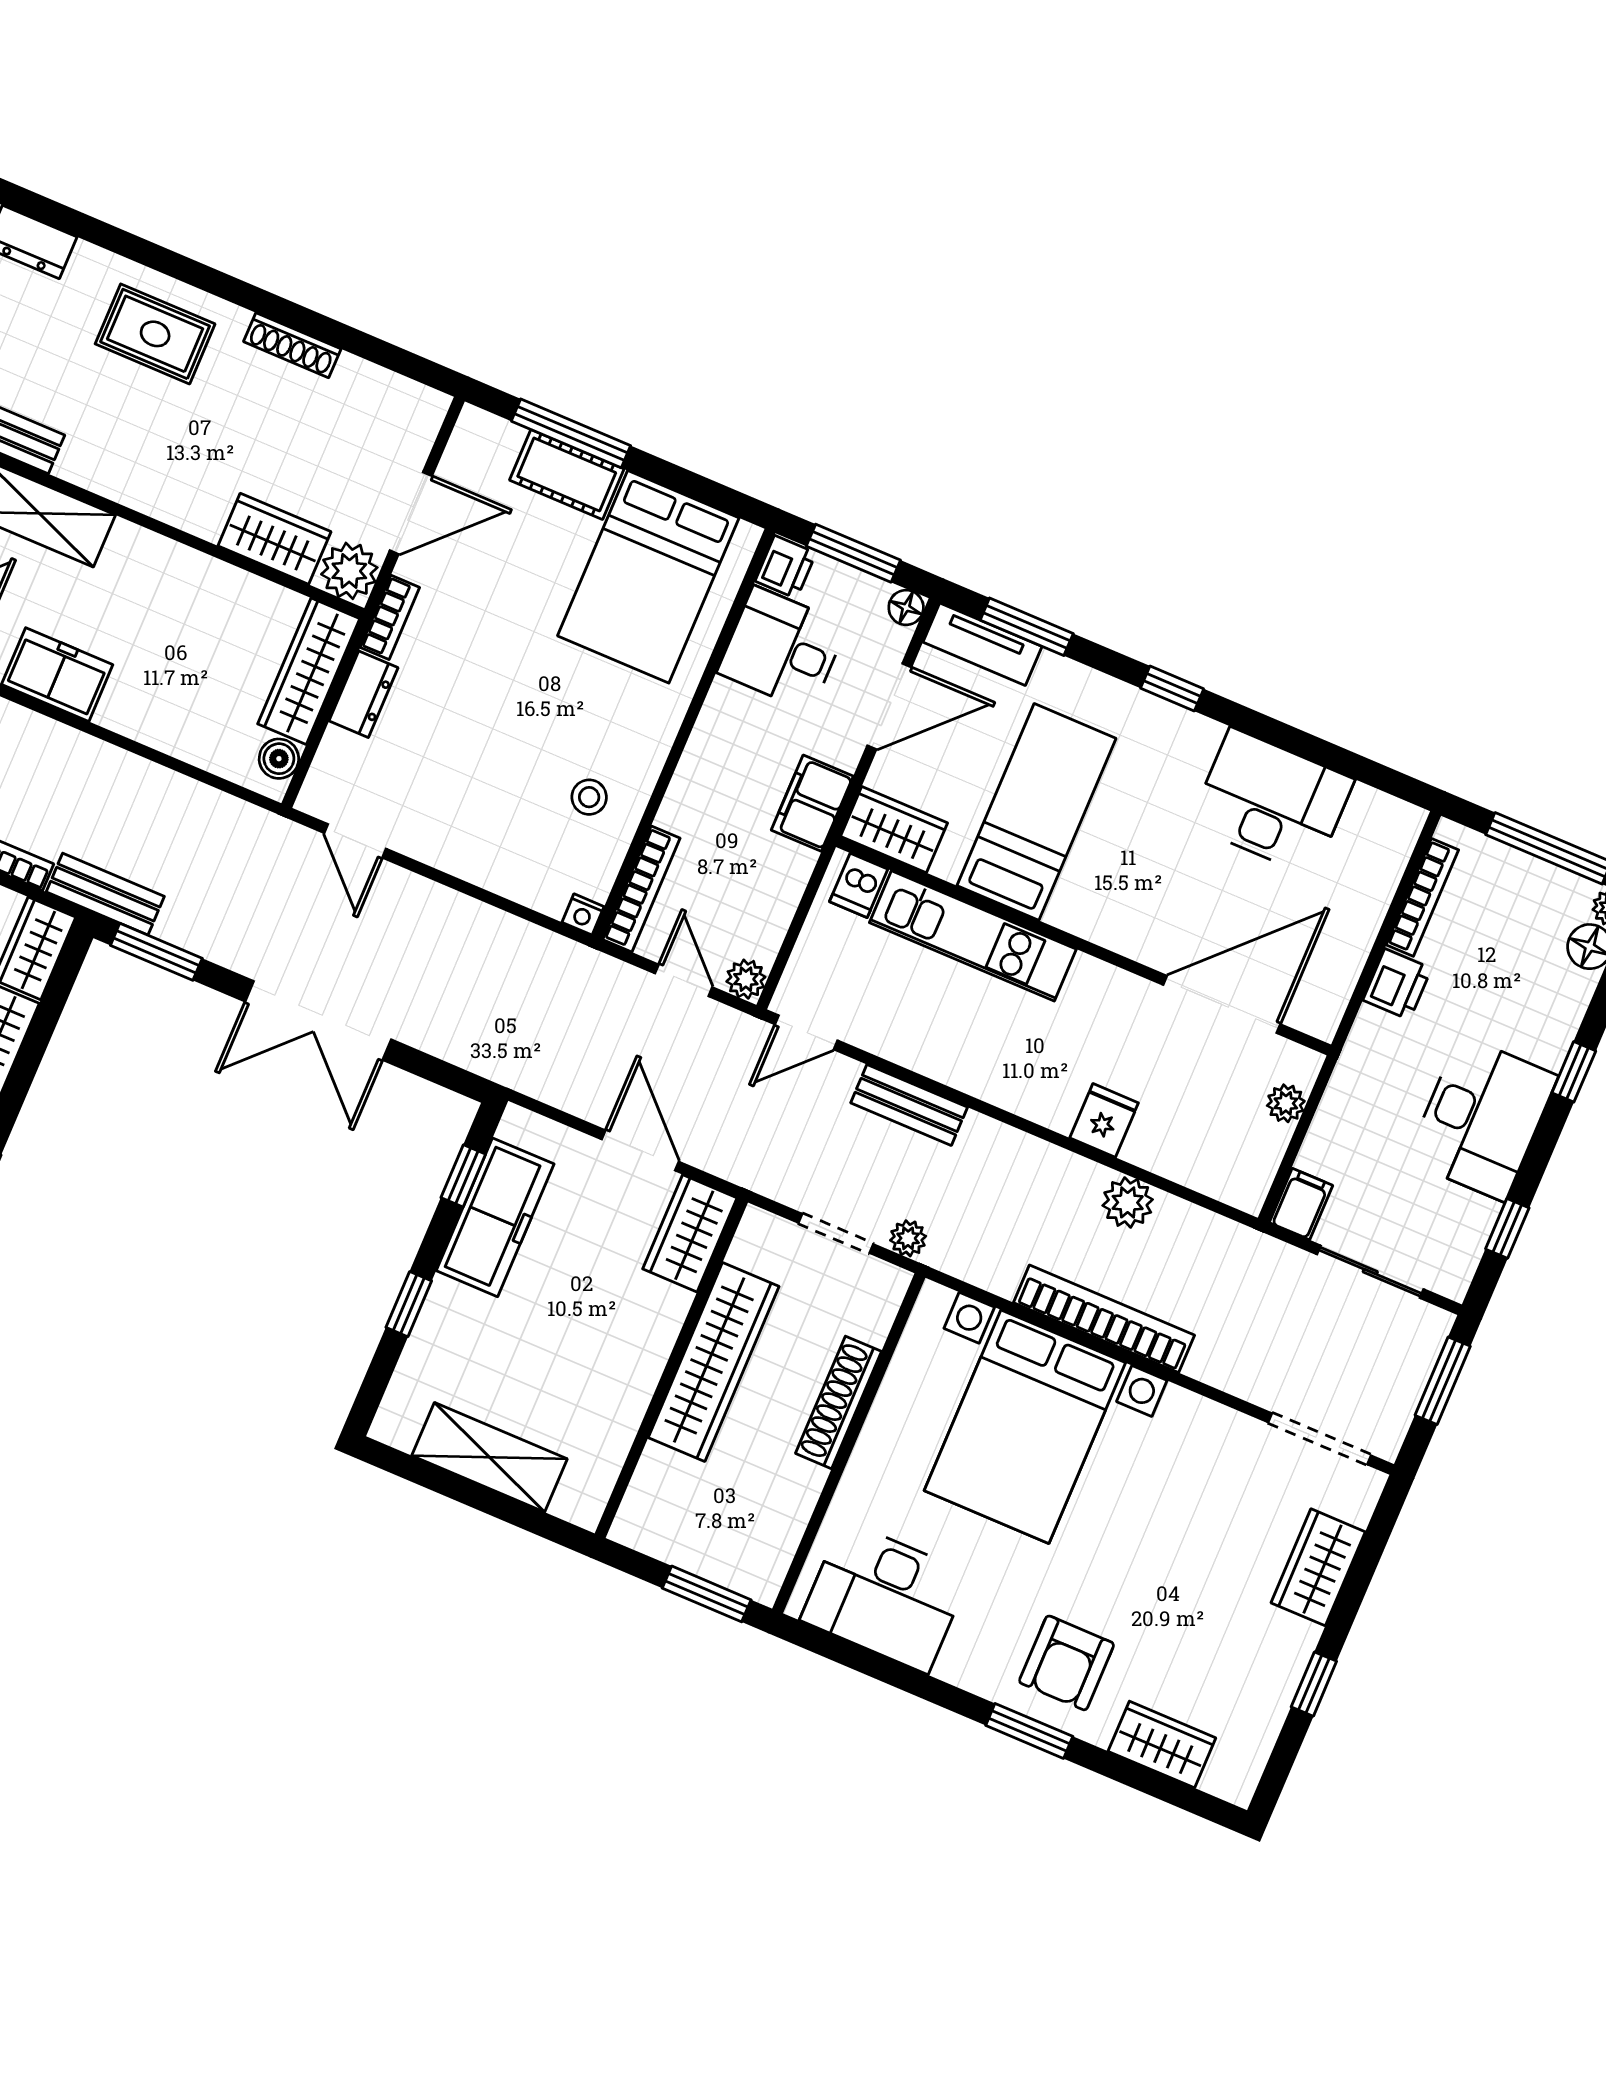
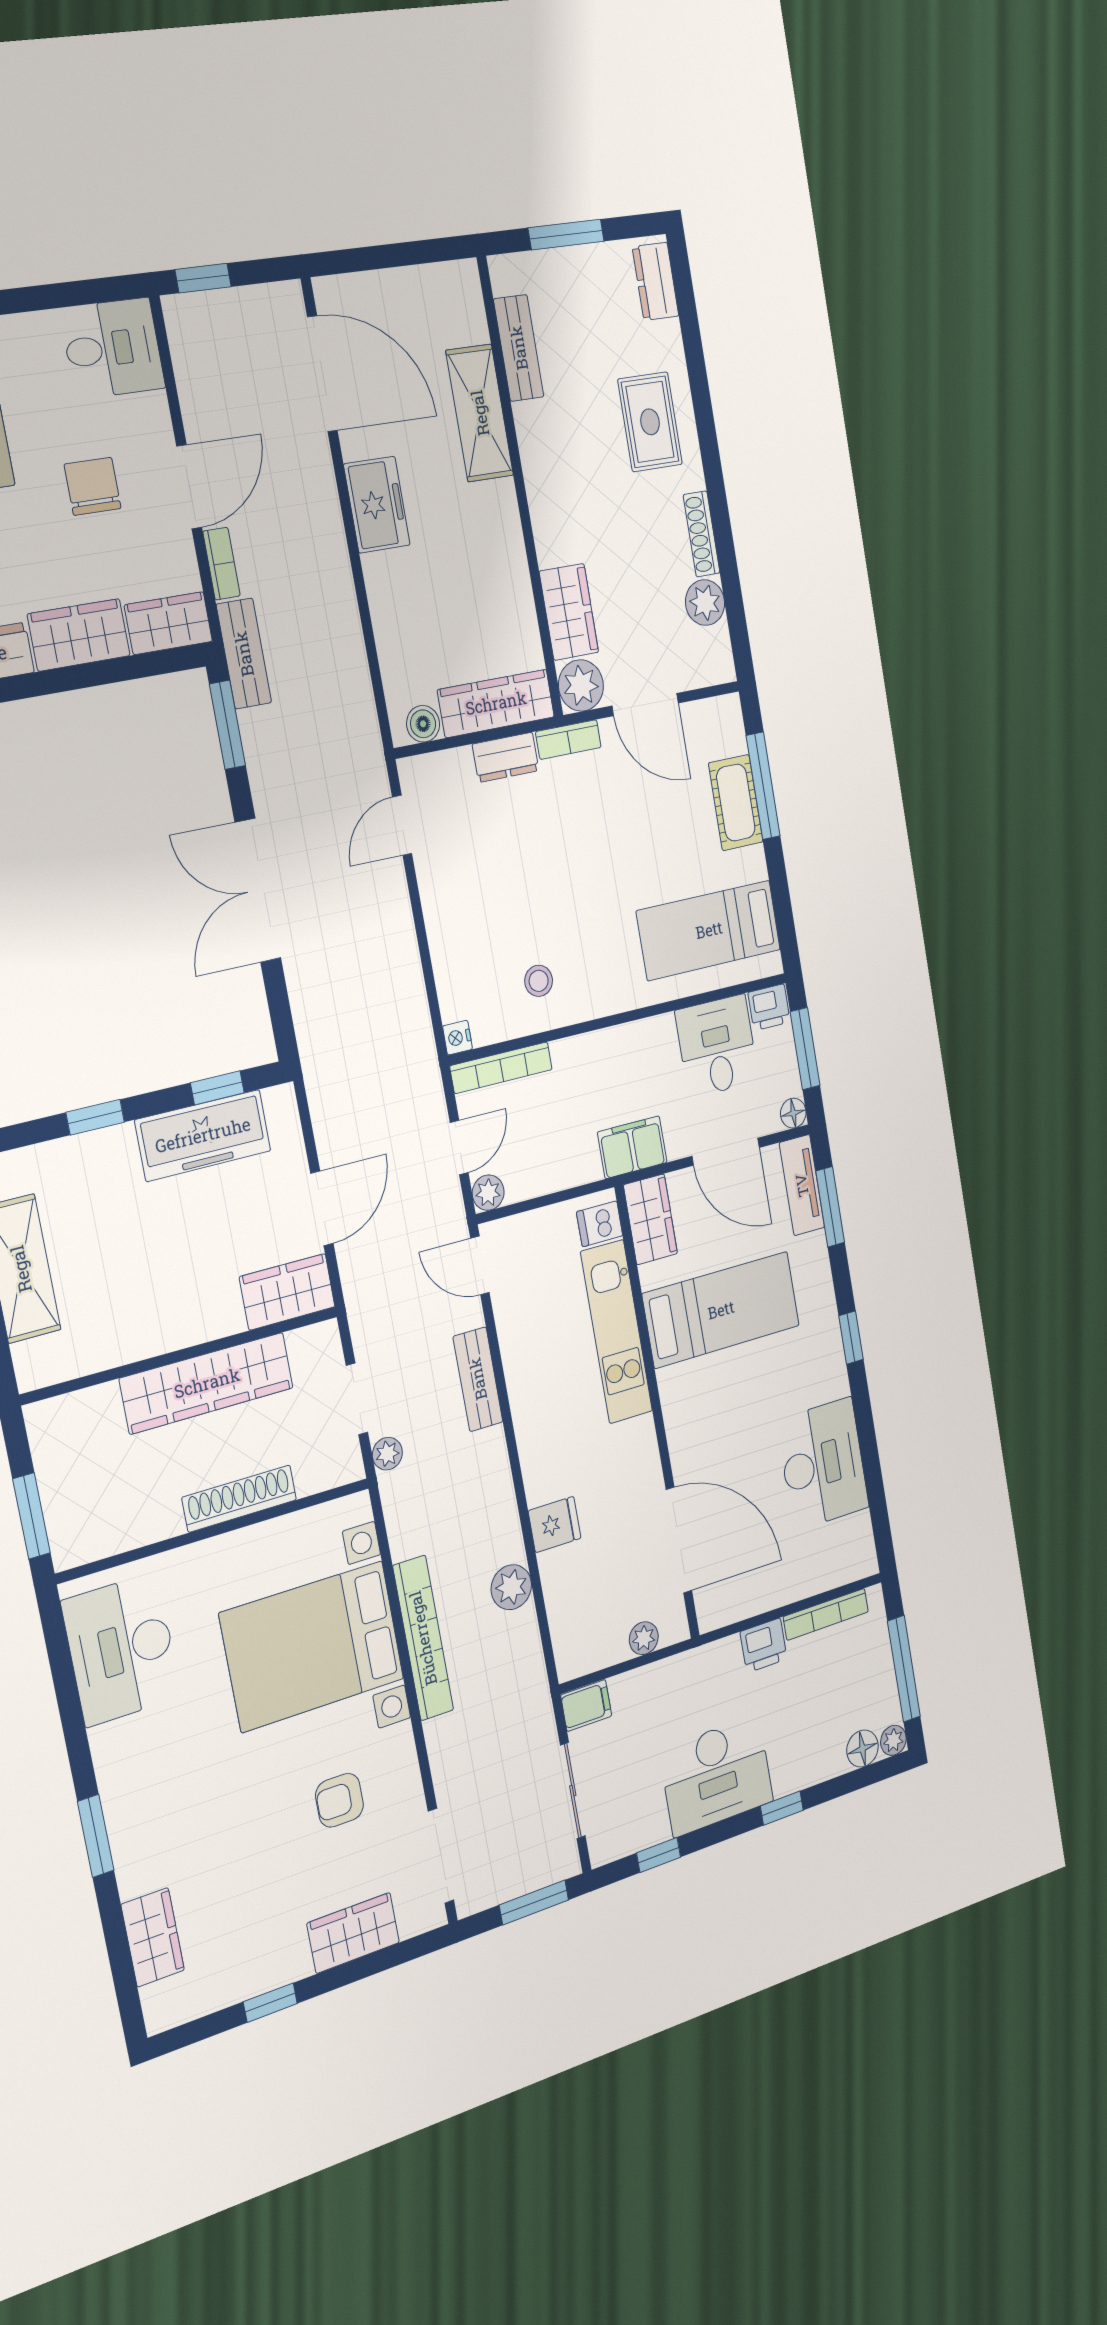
plant: (358, 384) -> (705, 603), added
bed: (648, 577) -> (709, 930), width x0.67
armchair: (1067, 1663) -> (339, 1800), moved, width x0.72, depth x0.72

